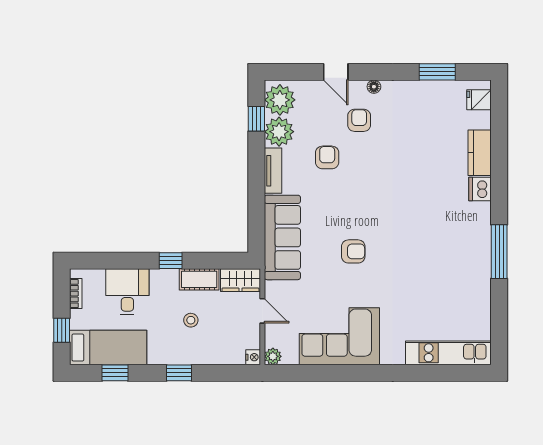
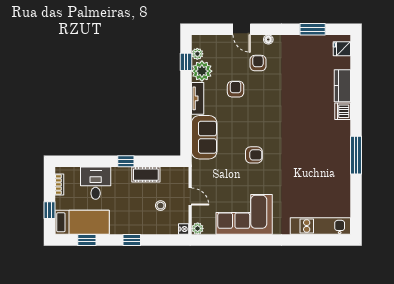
plant: (280, 100) -> (197, 54), width x0.53, depth x0.53
sofa: (282, 237) -> (204, 137), width x0.73
wardrobe: (240, 280) -> (175, 175), removed
stool: (191, 320) -> (161, 206), moved

